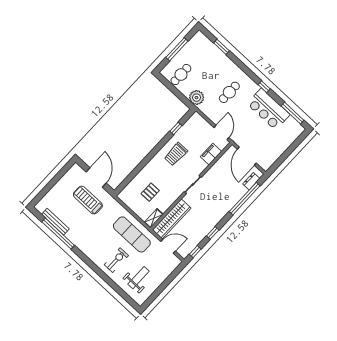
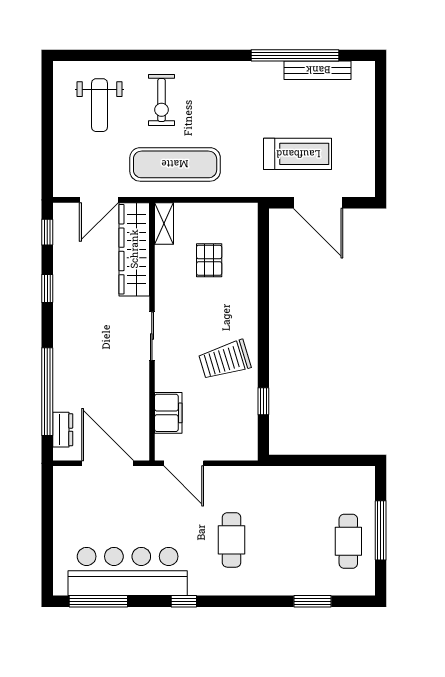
cafe table: (181, 75) -> (348, 541), moved
plant: (197, 98) -> (277, 482), removed
bar counter: (268, 109) -> (128, 571), width x1.36
trolley: (176, 154) -> (225, 360), turned -107

